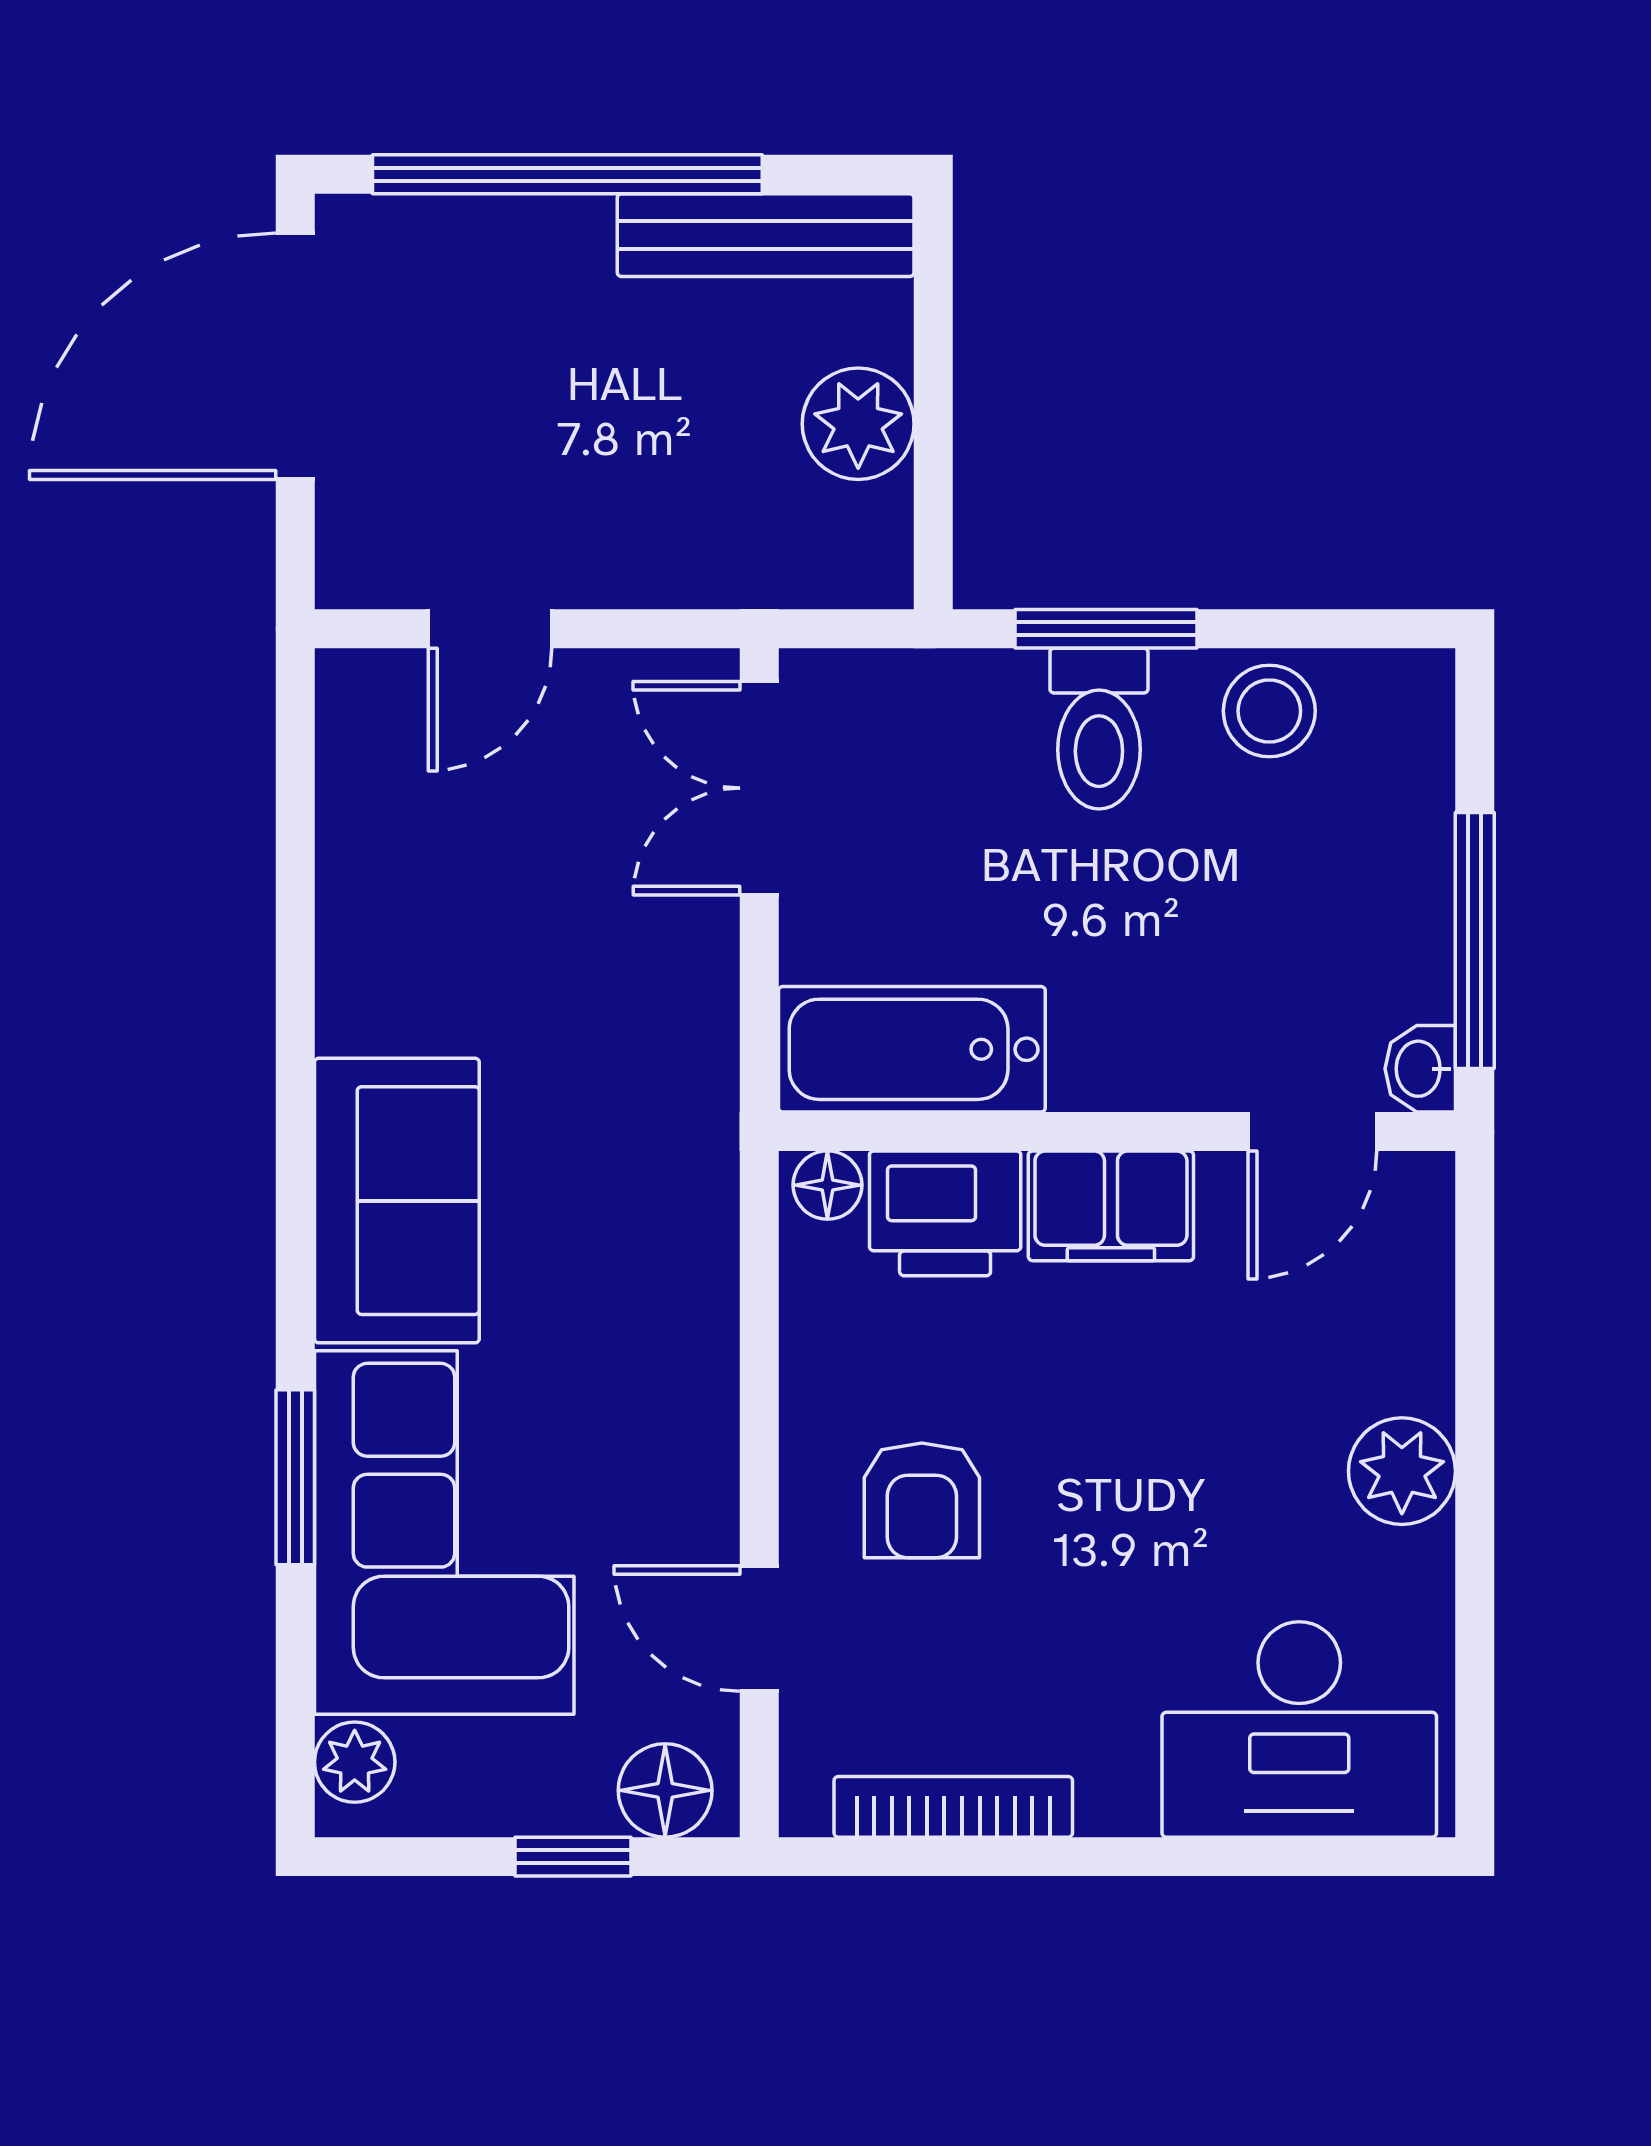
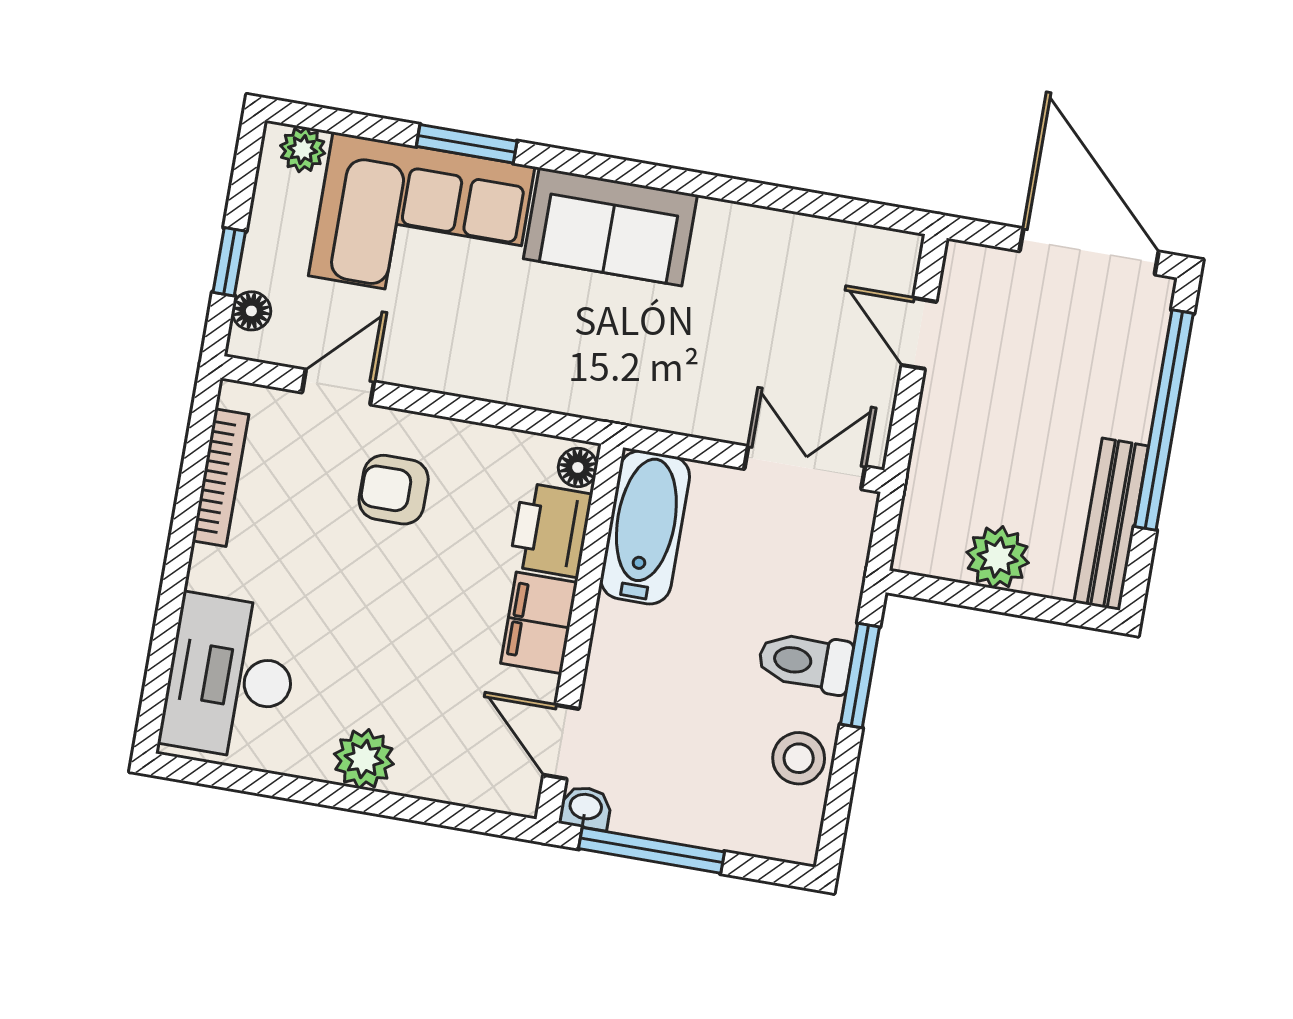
floor lamp: (665, 1790) -> (251, 311), width x0.73, depth x0.73

